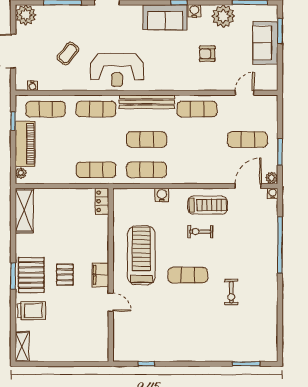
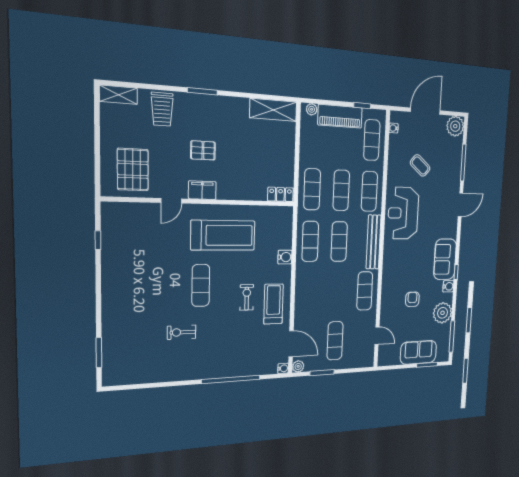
exercise mat: (96, 139) -> (341, 190), added
treadmill: (208, 205) -> (273, 304), turned 180
pallet: (31, 275) -> (133, 170), moved, turned 90

